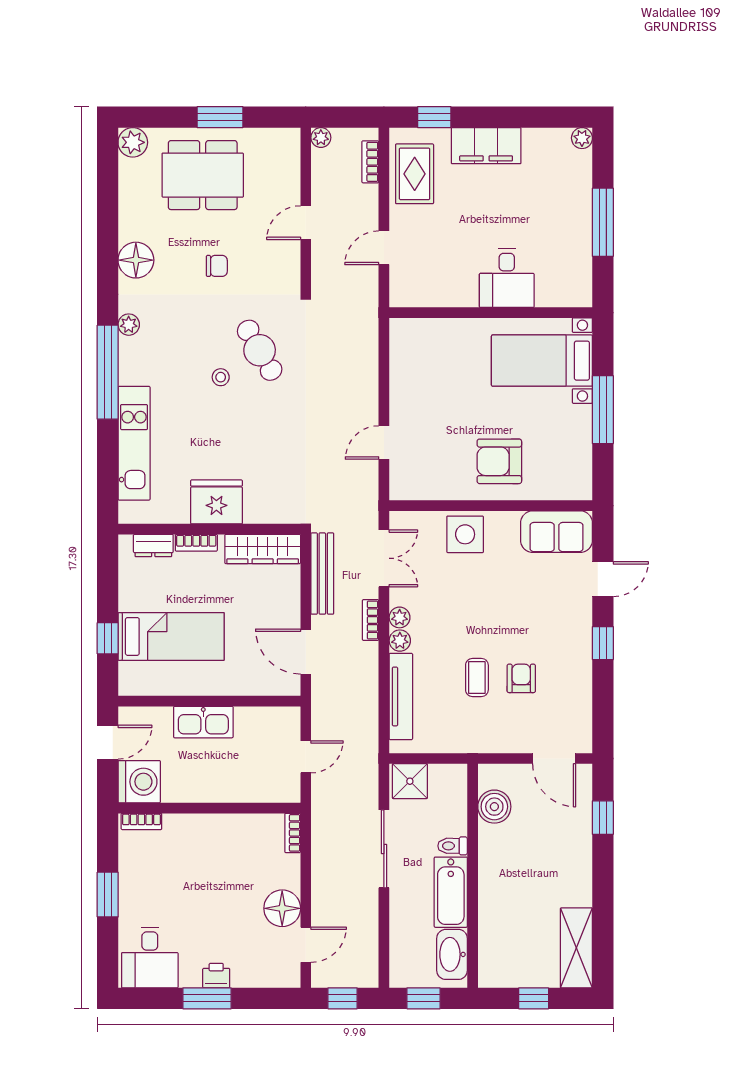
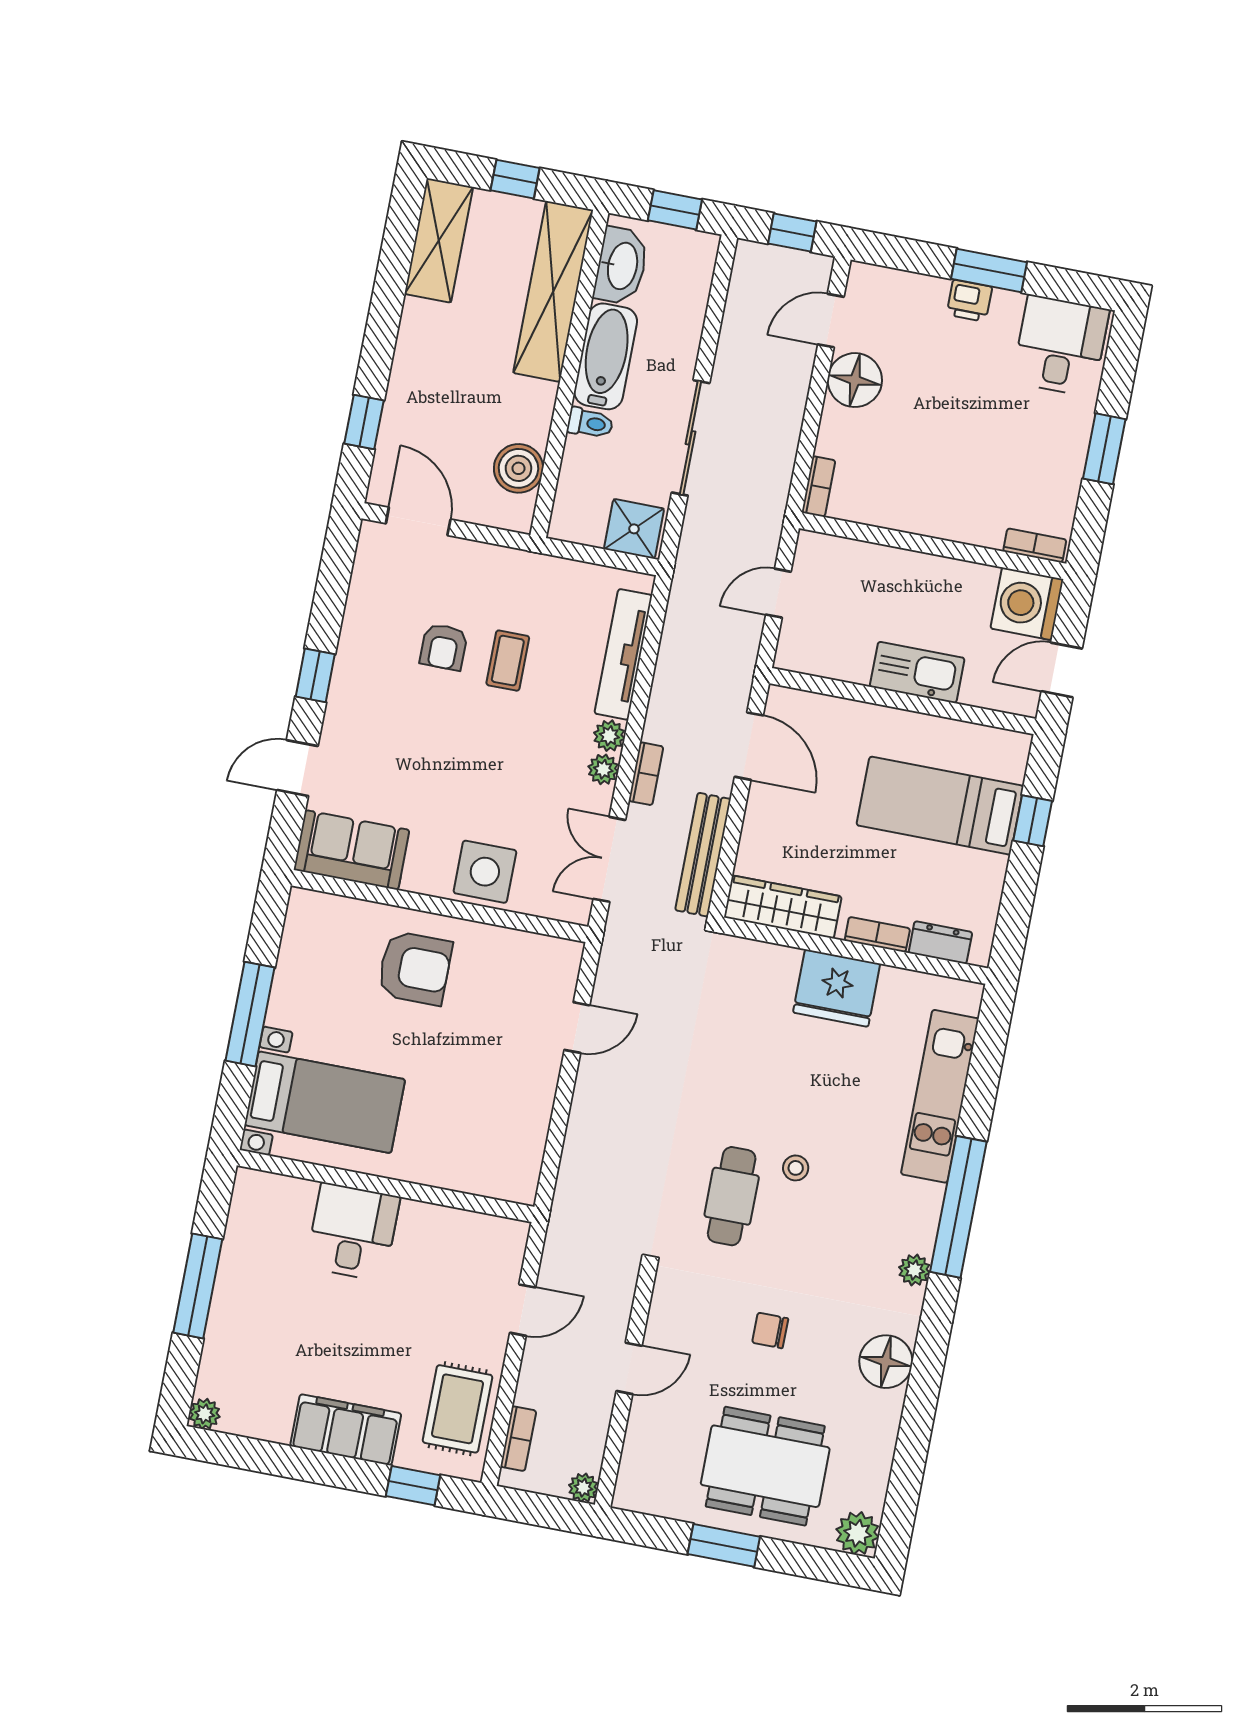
cafe table: (260, 350) -> (732, 1196), turned 30
shelving: (494, 929) -> (553, 292), added

